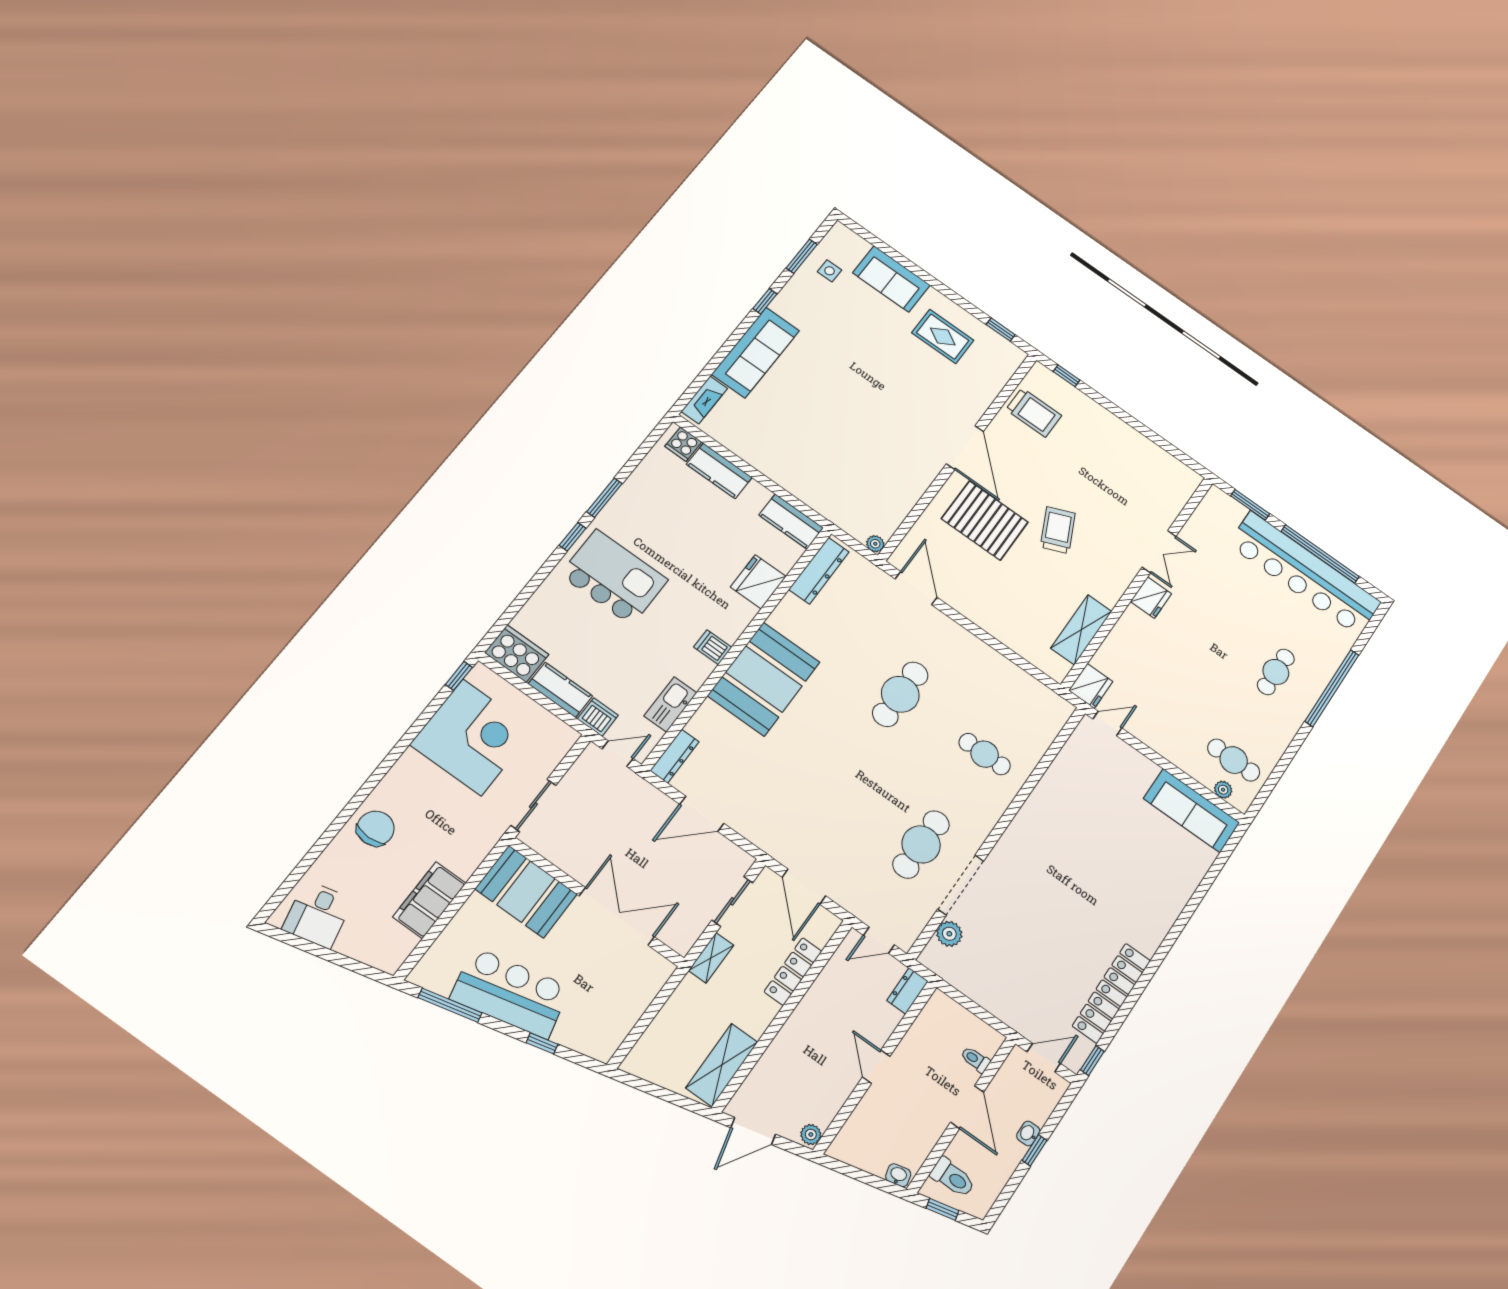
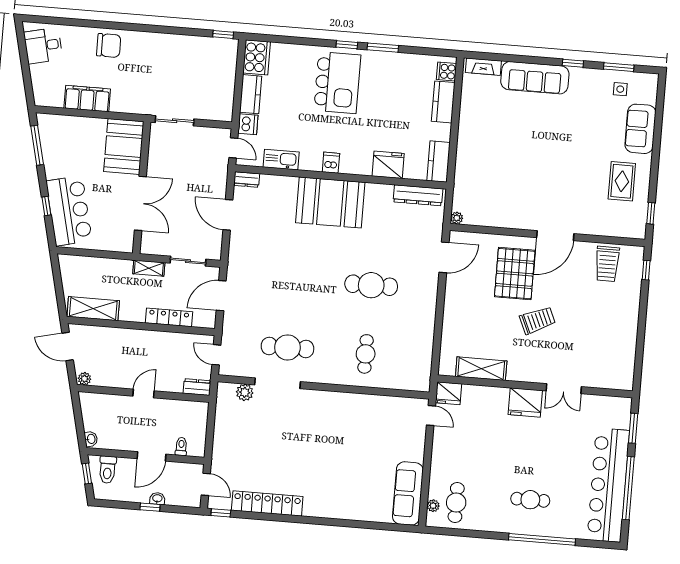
fridge: (1151, 598) -> (525, 402), width x1.36, depth x1.34
corner desk: (472, 737) -> (192, 64), removed
dresser: (675, 756) -> (247, 180), width x0.70
bar counter: (510, 993) -> (69, 211), moved

